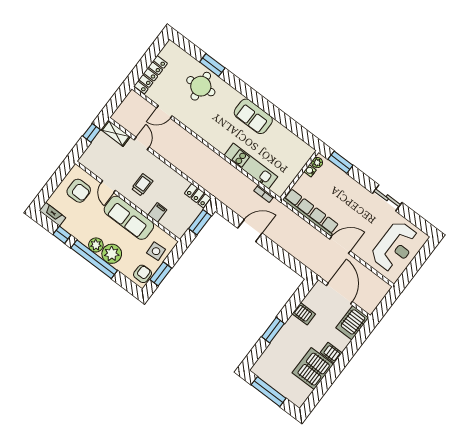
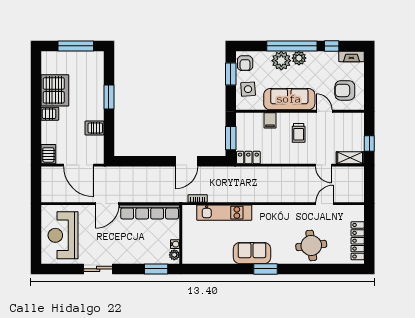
window: (212, 65) -> (265, 269), moved
locker: (151, 75) -> (358, 241), moved
server rack: (352, 323) -> (48, 154), width x0.73, depth x0.70

